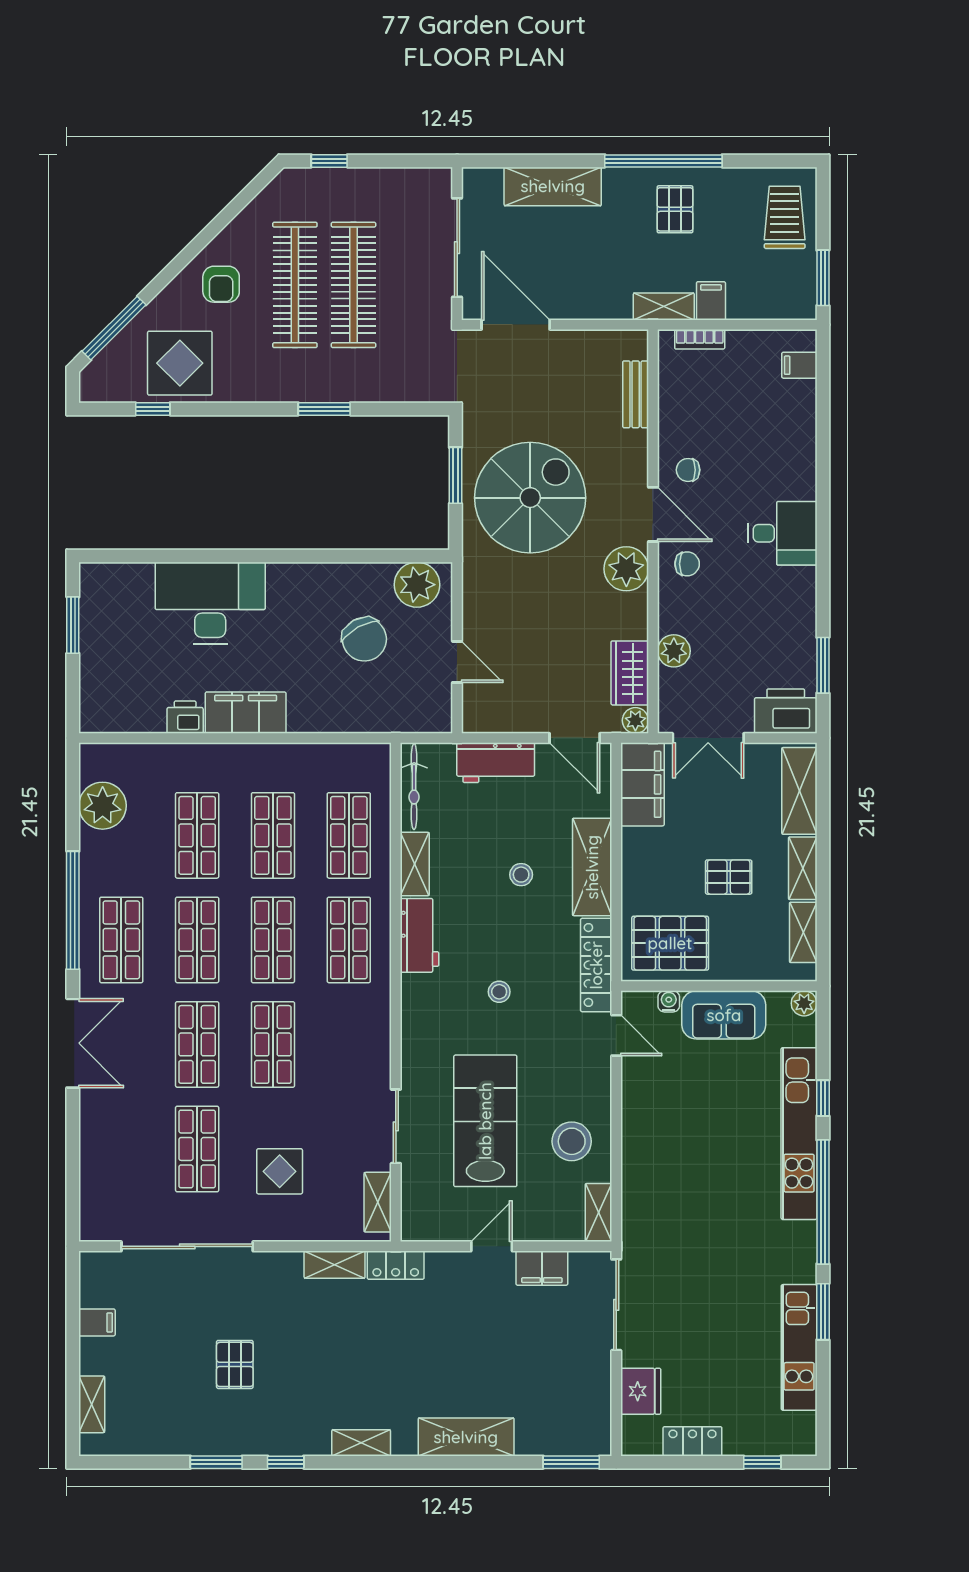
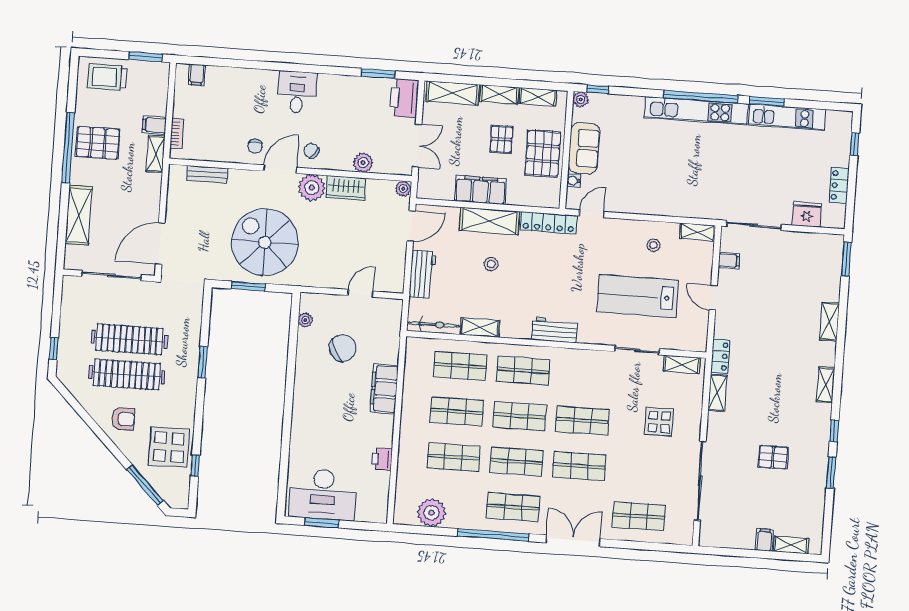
pallet: (675, 209) -> (98, 143), width x1.50, depth x1.42
chair: (687, 564) -> (311, 151), turned -53
plant: (417, 585) -> (305, 320), width x0.53, depth x0.53
desk: (210, 603) -> (323, 494), moved, turned -90
wardrobe: (630, 673) -> (346, 188), moved
filing cabinet: (246, 713) -> (384, 389), moved
filing cabinet: (642, 784) -> (480, 190), moved
workbench: (420, 935) -> (555, 330), moved
pallet: (670, 943) -> (543, 153), moved
stool: (499, 992) -> (560, 282), removed
window: (823, 1098) -> (598, 89), moved
kitchen unit: (799, 1134) -> (696, 111), moved
stool: (572, 1141) -> (654, 245), width x0.53, depth x0.53
shop shelf: (197, 1149) -> (639, 516), moved
filing cabinet: (542, 1268) -> (729, 261), width x0.50
filing cabinet: (97, 1322) -> (764, 540), moved
shelving: (466, 1437) -> (830, 321), width x0.67, depth x0.75

